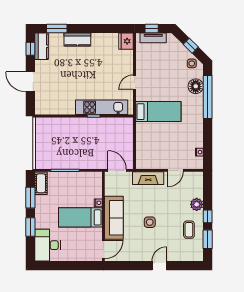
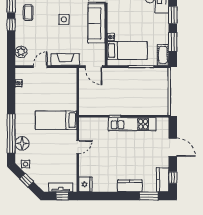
kitchen unit: (102, 107) -> (132, 124), moved
plant: (197, 204) -> (21, 52), moved
bed: (80, 217) -> (127, 50), moved

